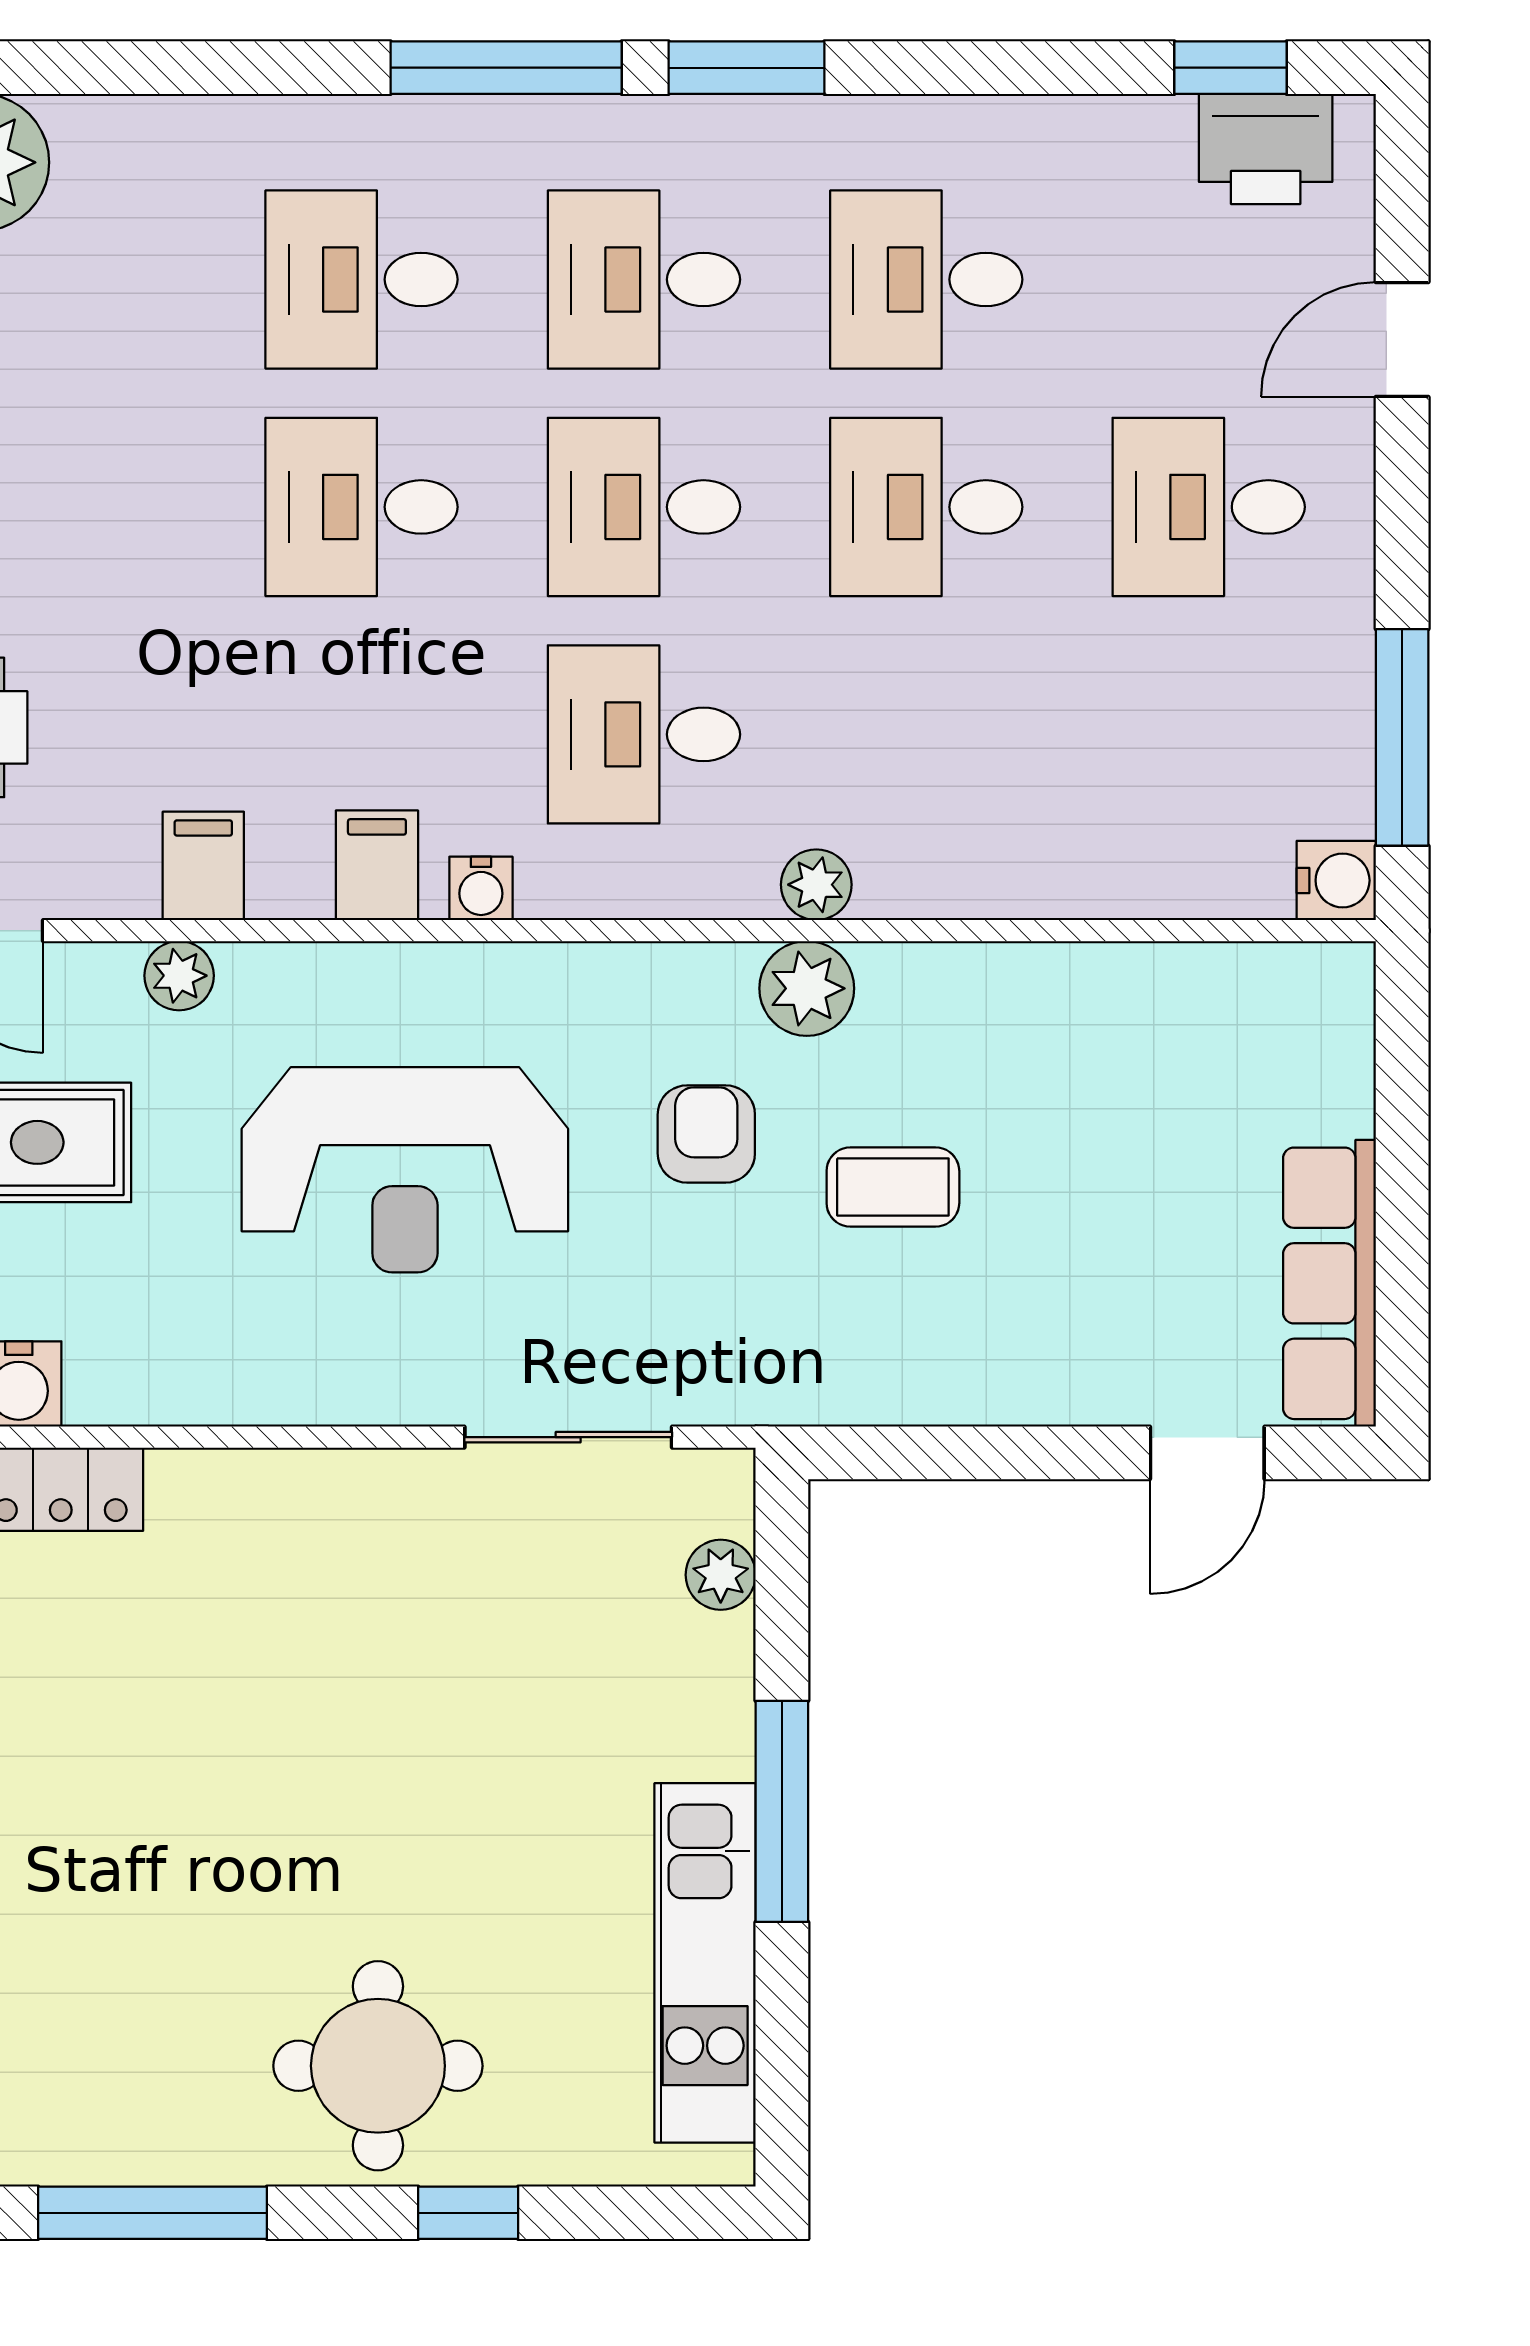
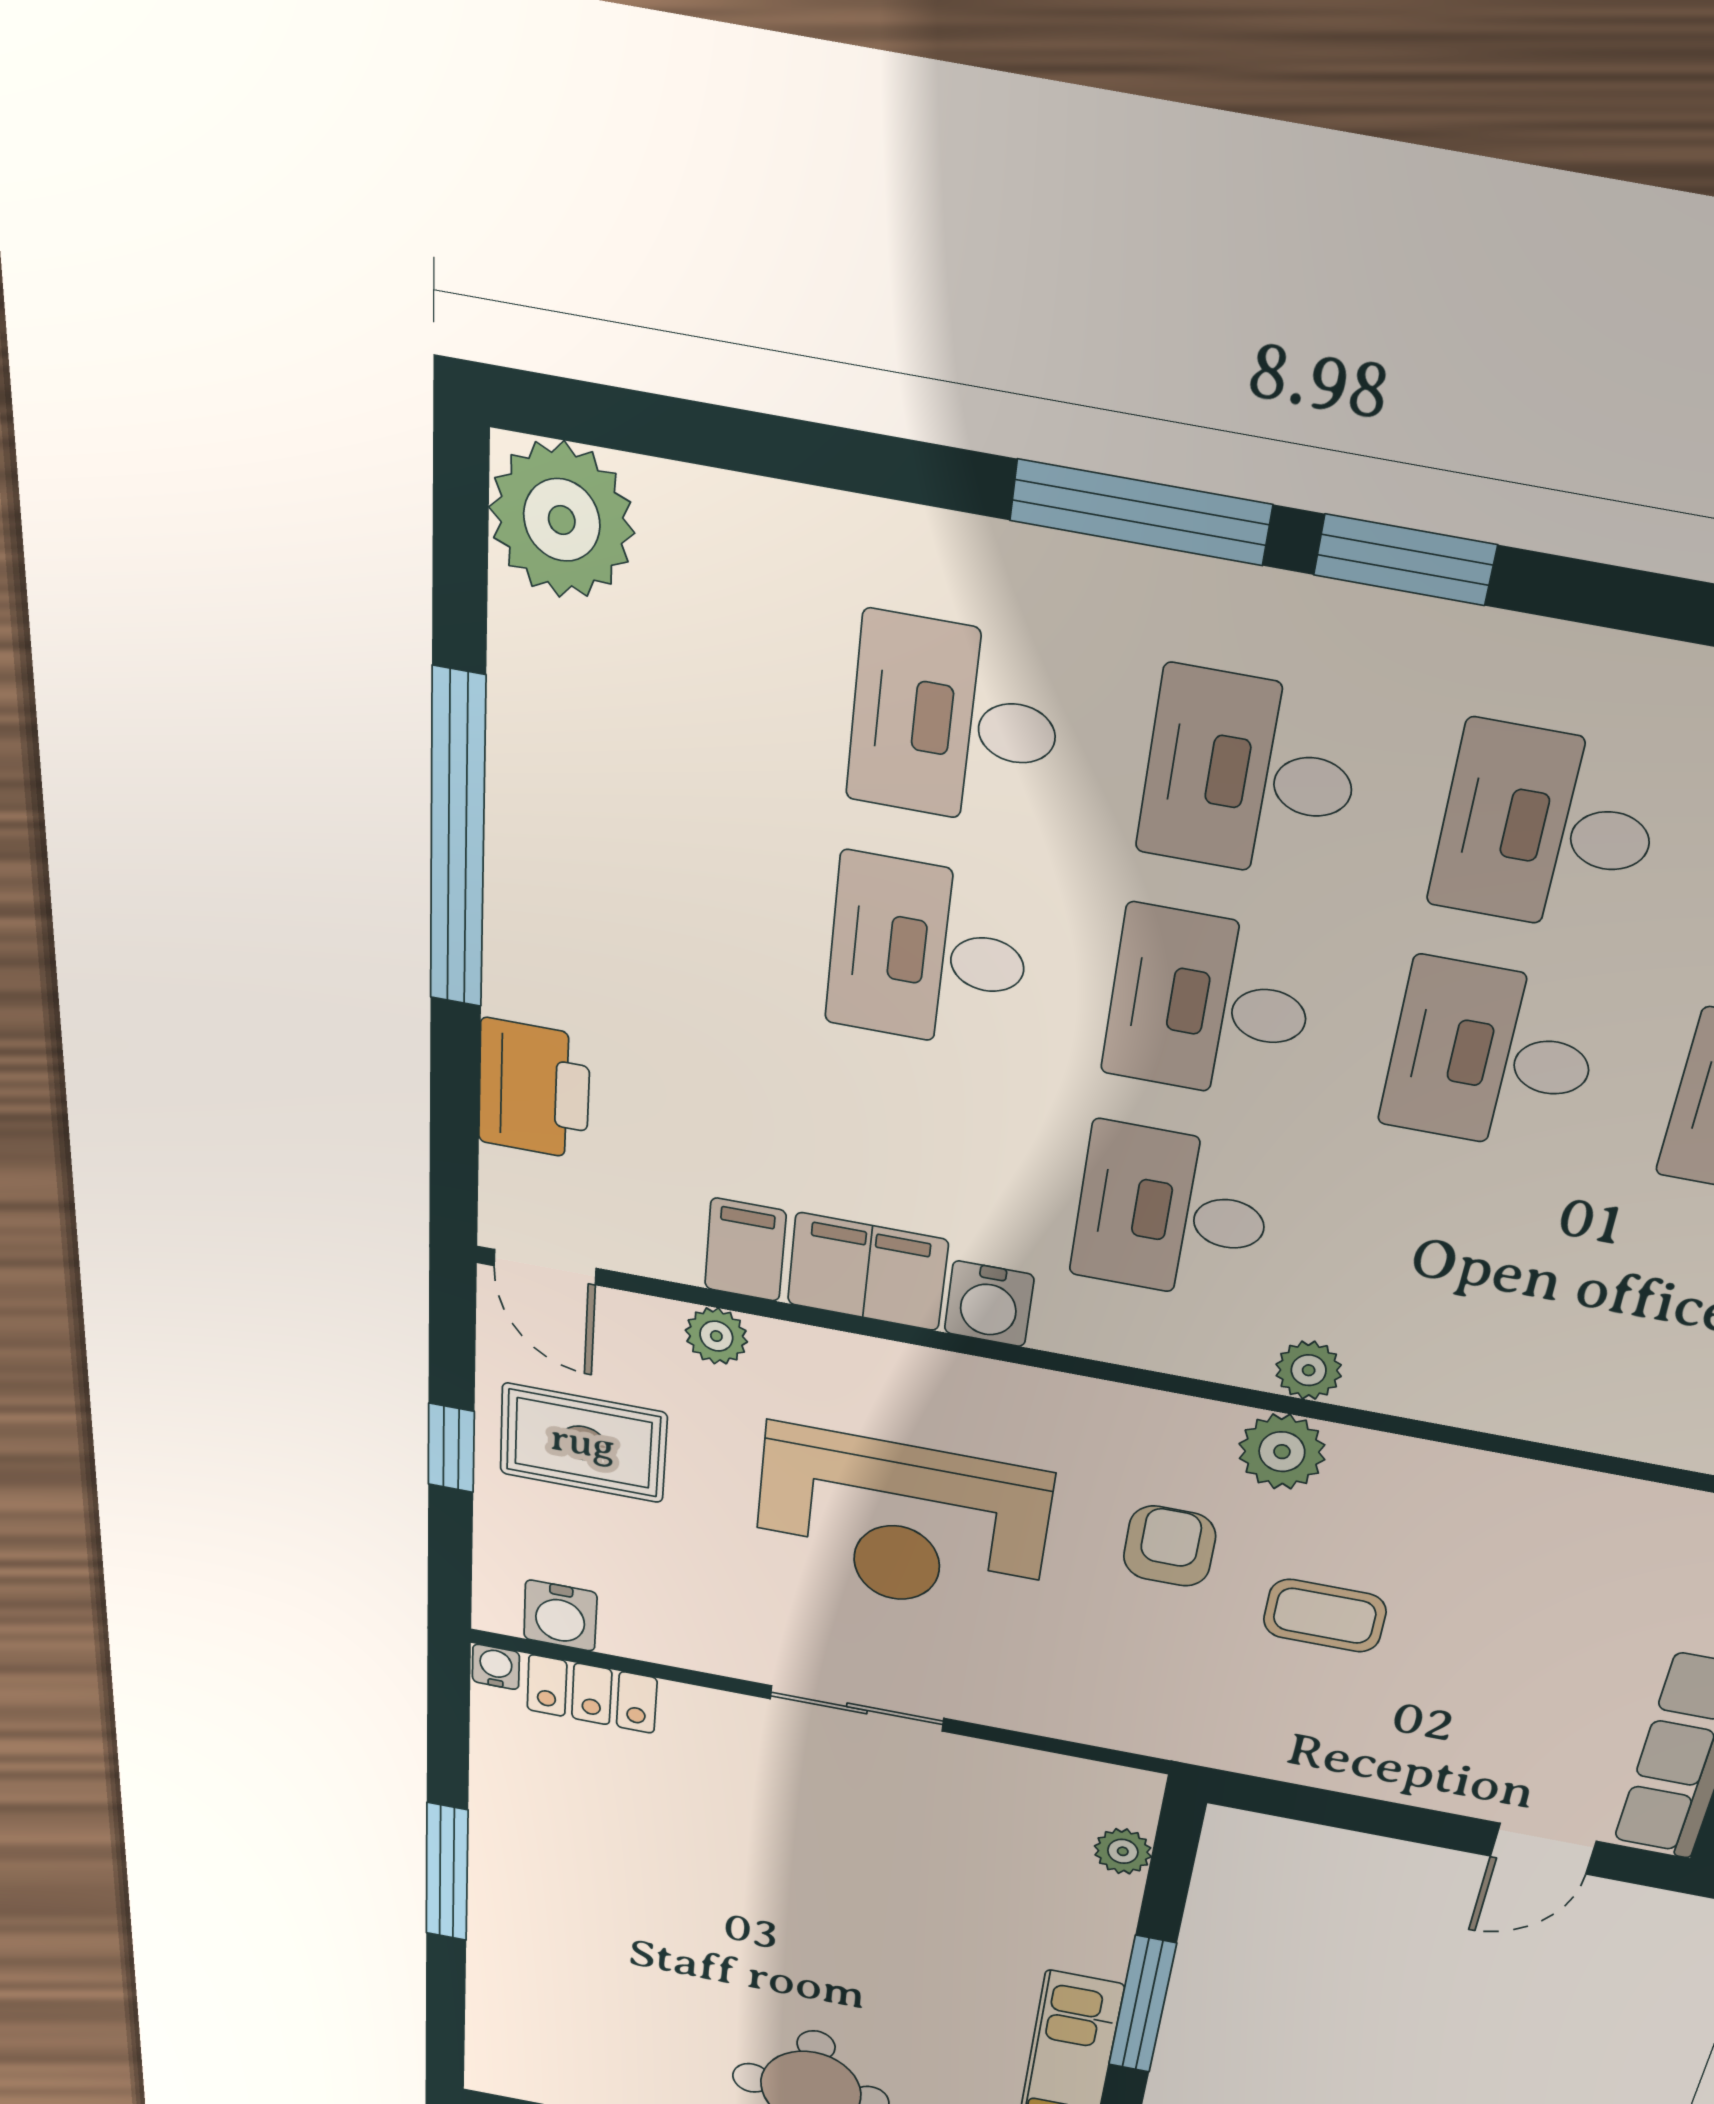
filing cabinet: (377, 865) -> (868, 1272), width x2.00
water cooler: (481, 888) -> (989, 1304), width x1.38, depth x1.38
sliding door: (568, 1437) -> (857, 1708), moved

